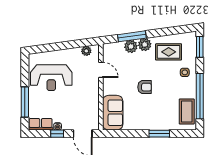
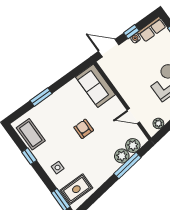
plant: (145, 45) -> (133, 146), moved
rug: (169, 52) -> (76, 189), moved
armchair: (145, 87) -> (84, 129), turned 90
window: (200, 96) -> (29, 156), width x0.32

